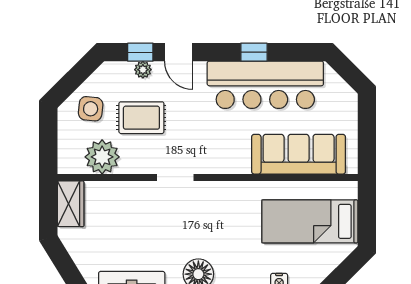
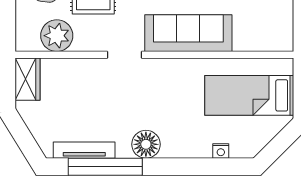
sofa: (299, 154) -> (188, 33), moved

